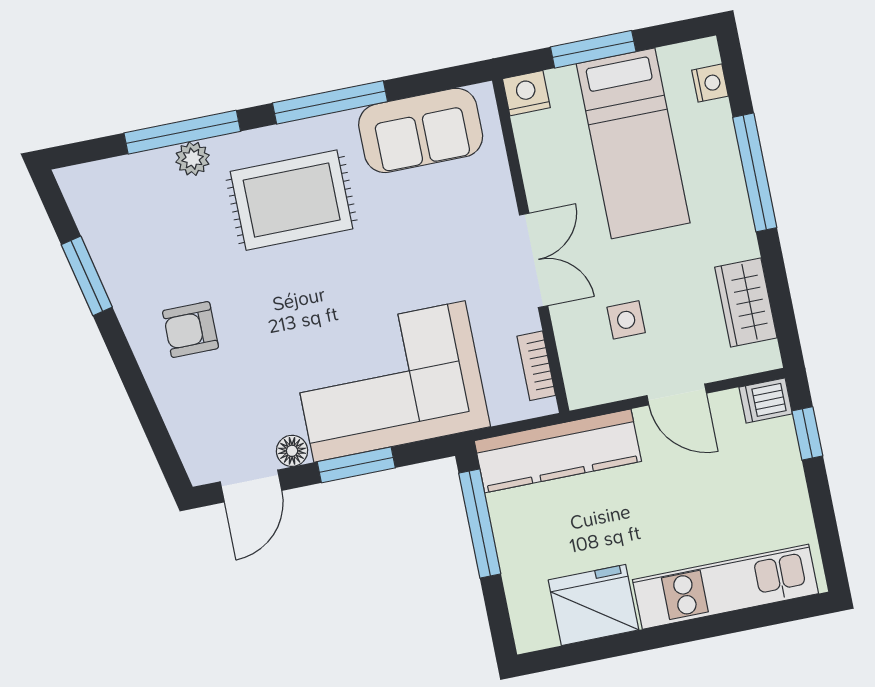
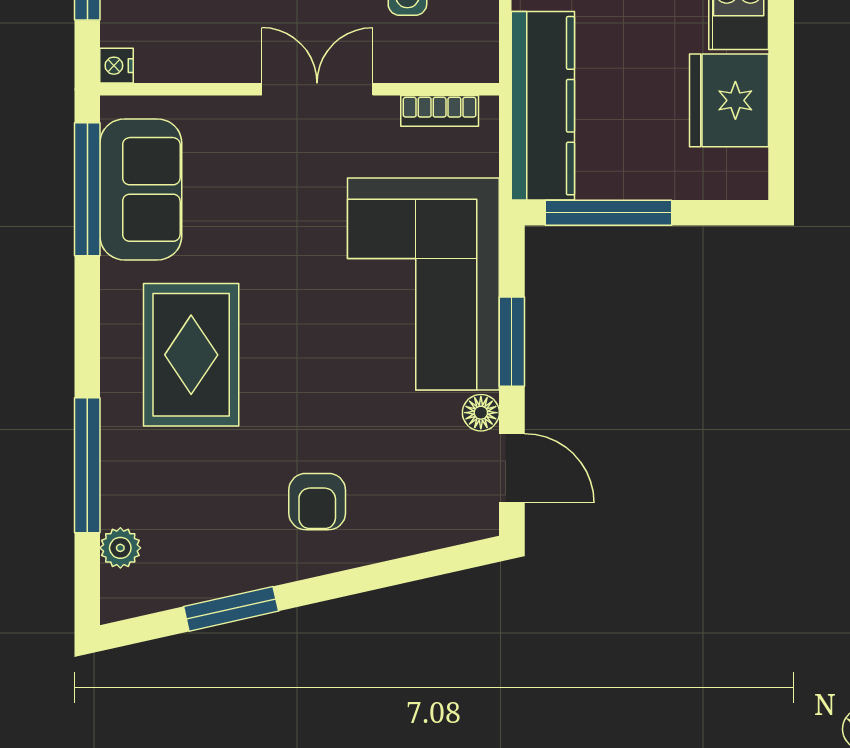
nightstand: (526, 93) -> (117, 66), width x0.72, depth x0.74
window: (330, 102) -> (87, 189), moved
plant: (193, 159) -> (120, 548), moved

